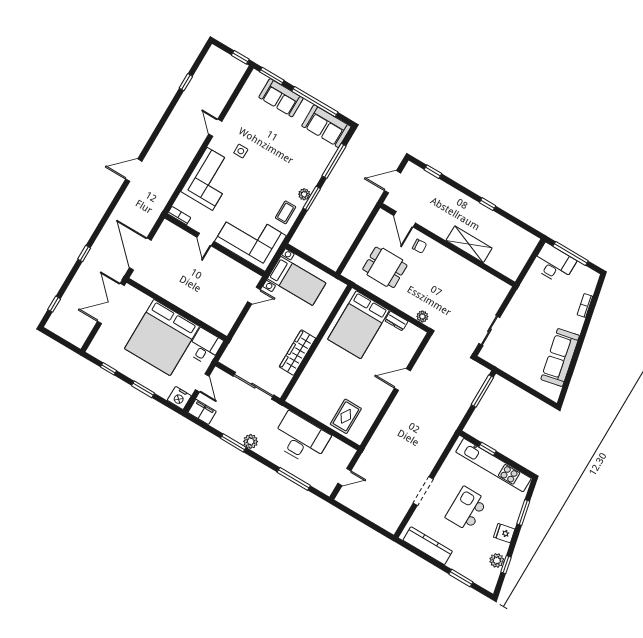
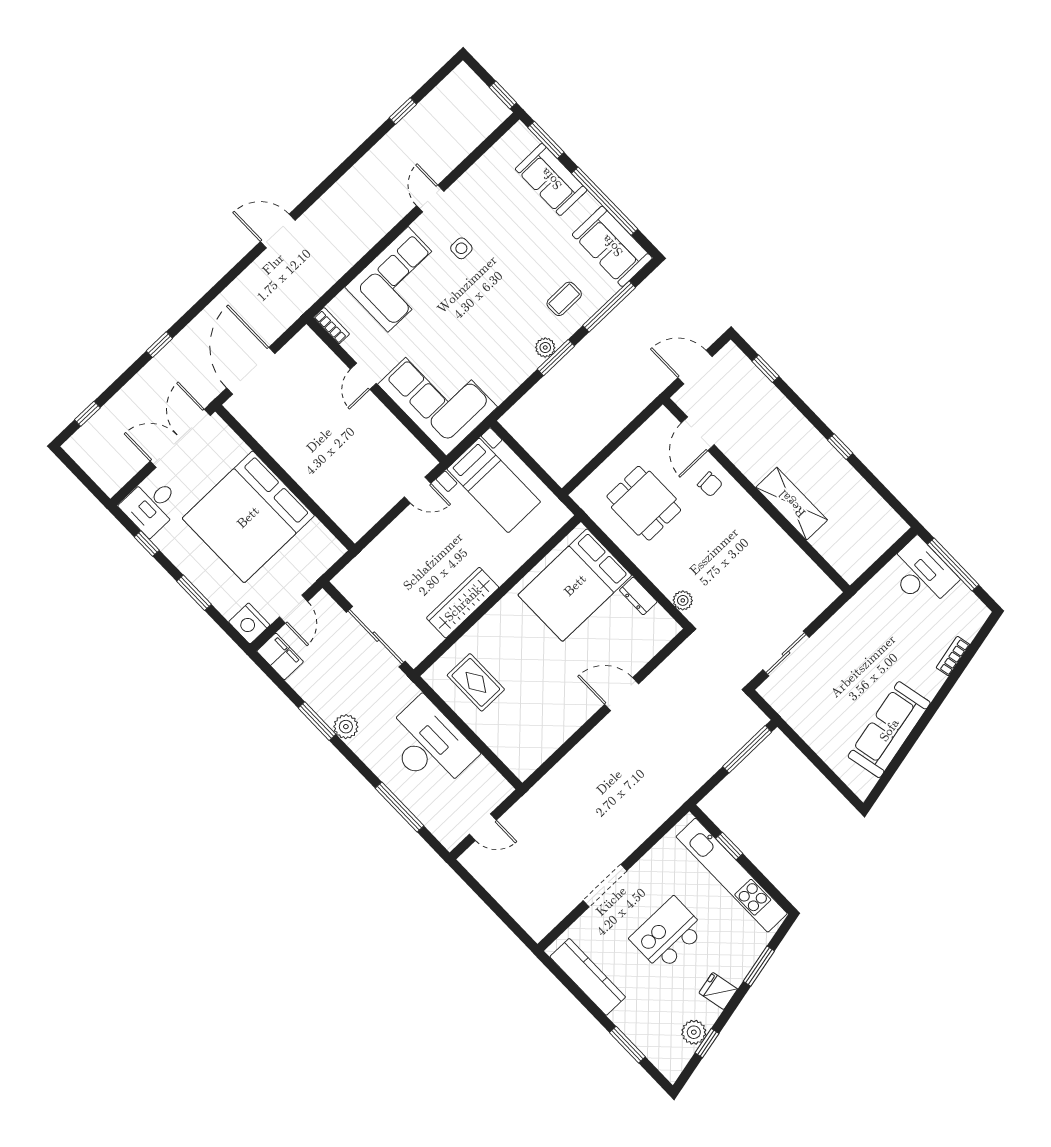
coffee table: (286, 212) -> (564, 299), moved
desk: (205, 346) -> (151, 506), moved, turned 180
rug: (346, 416) -> (476, 682), moved, turned 90

